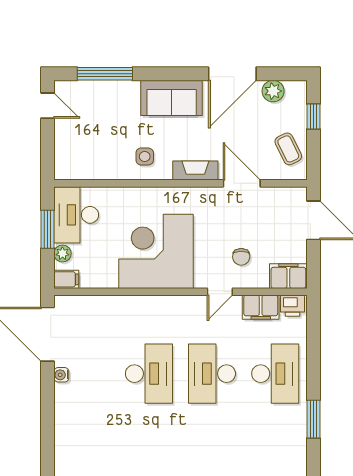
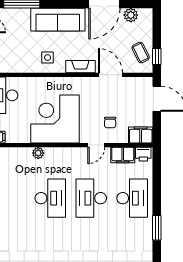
sofa: (172, 98) -> (58, 20), width x1.36
window: (313, 117) -> (157, 56), moved
plant: (130, 304) -> (38, 153), added

